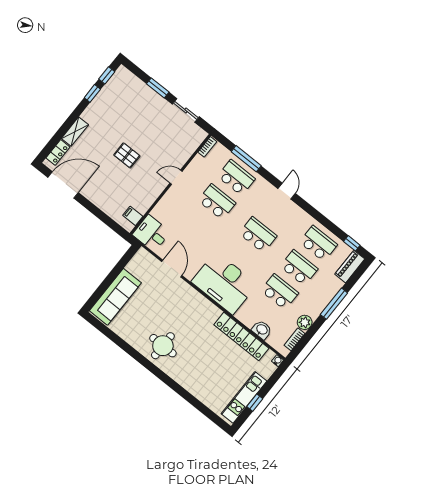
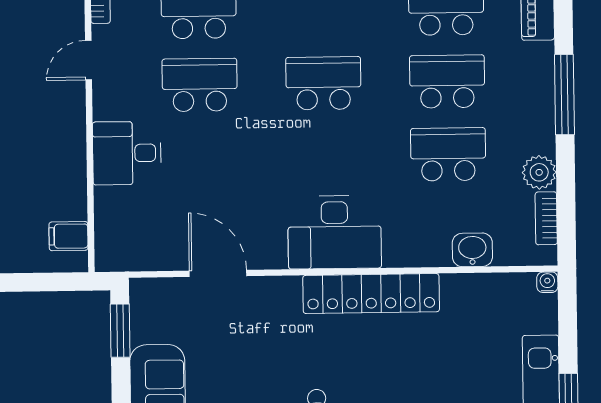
door: (176, 177) -> (88, 60), moved
desk: (151, 233) -> (127, 153), moved
window: (124, 261) -> (120, 331), added
desk: (224, 283) -> (335, 232), width x0.73, depth x0.77
locker: (241, 336) -> (371, 294), moved

